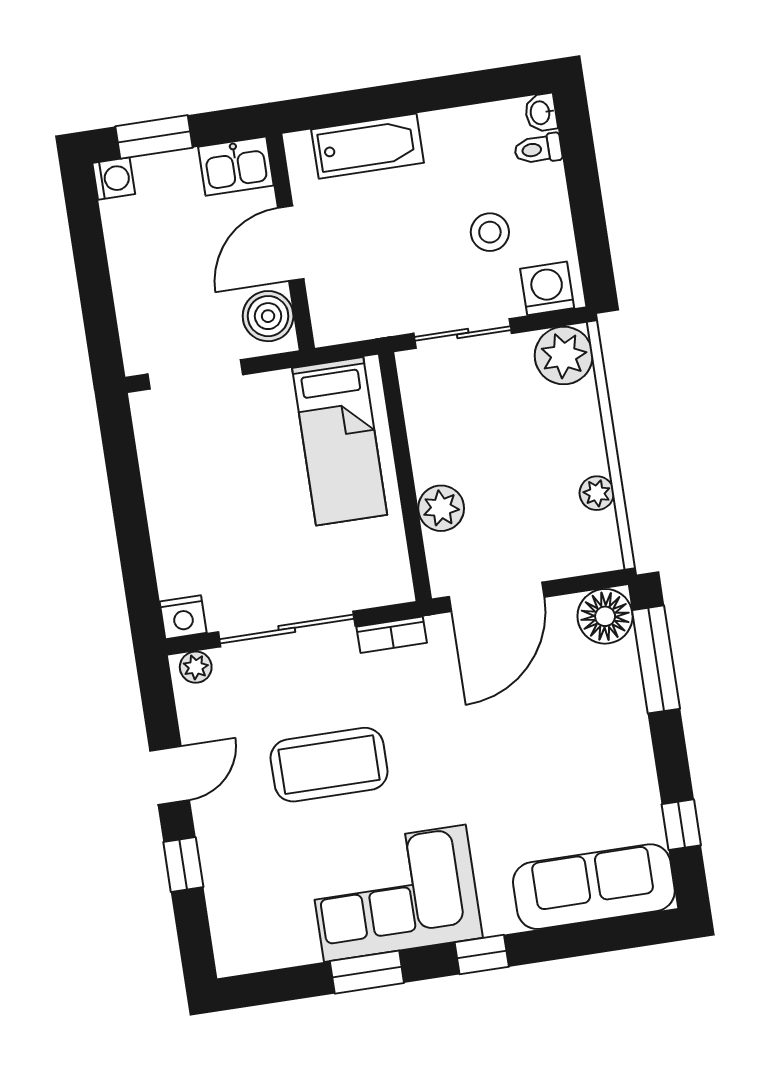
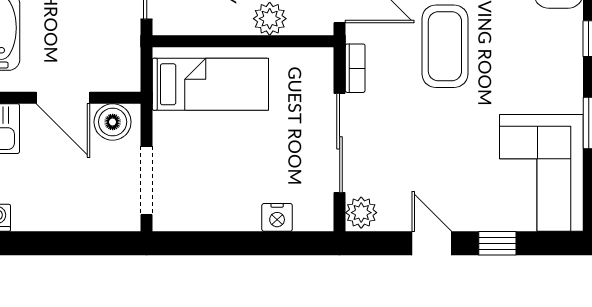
nightstand: (183, 617) -> (277, 217), moved, turned 90
plant: (196, 667) -> (361, 213), width x1.38, depth x1.38
coffee table: (329, 765) -> (445, 46), moved
corner sofa: (395, 893) -> (541, 173), moved

